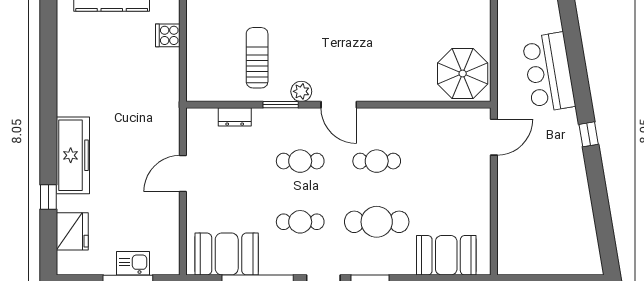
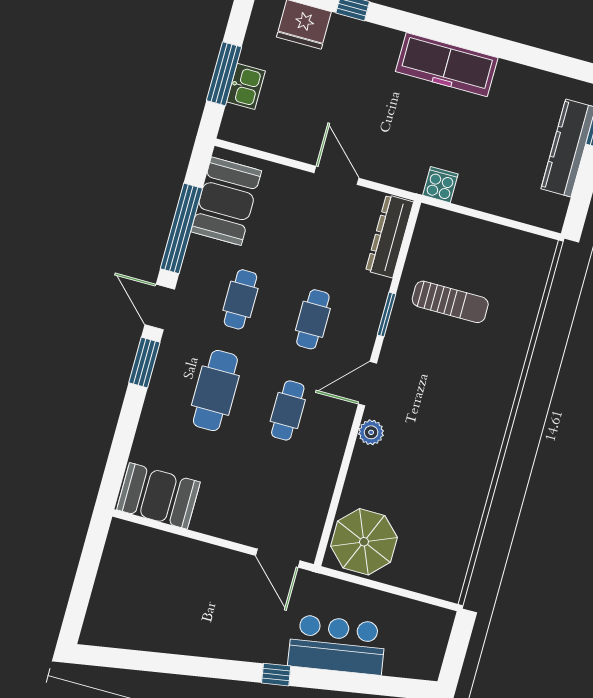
cooker: (168, 35) -> (440, 185), moved
plant: (301, 91) -> (371, 432), moved
dresser: (235, 117) -> (390, 236), width x1.96, depth x1.24
window: (589, 134) -> (276, 675), moved
freezer: (73, 155) -> (447, 65), moved
booth: (446, 255) -> (158, 496), moved, turned 90

